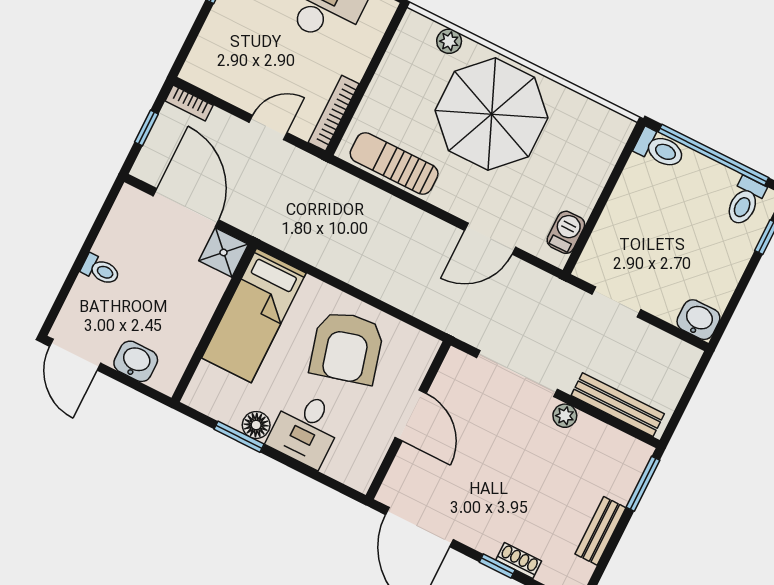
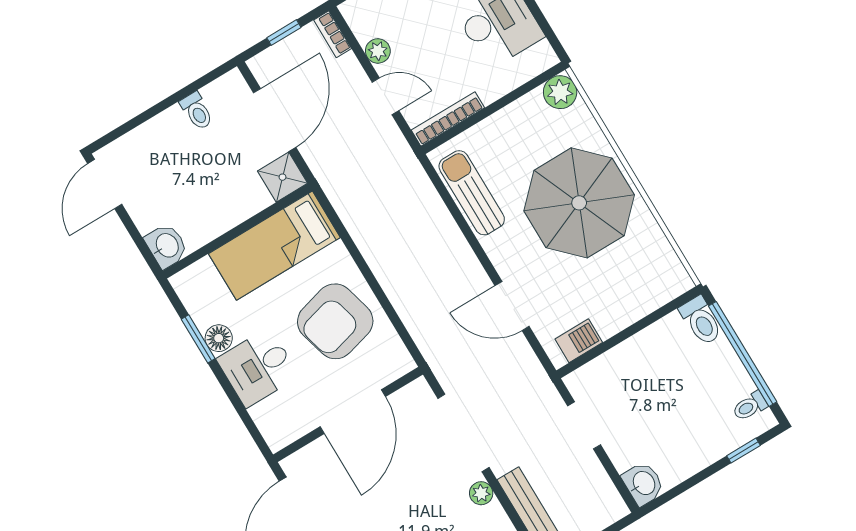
plant: (449, 41) -> (560, 92), moved, width x1.38, depth x1.38
plant: (237, 93) -> (378, 51), added
toilet: (745, 201) -> (750, 406), width x0.73, depth x0.72
toilet: (101, 270) -> (197, 111), moved
washbasin: (136, 361) -> (166, 246), moved
door: (411, 415) -> (353, 412), width x1.36

